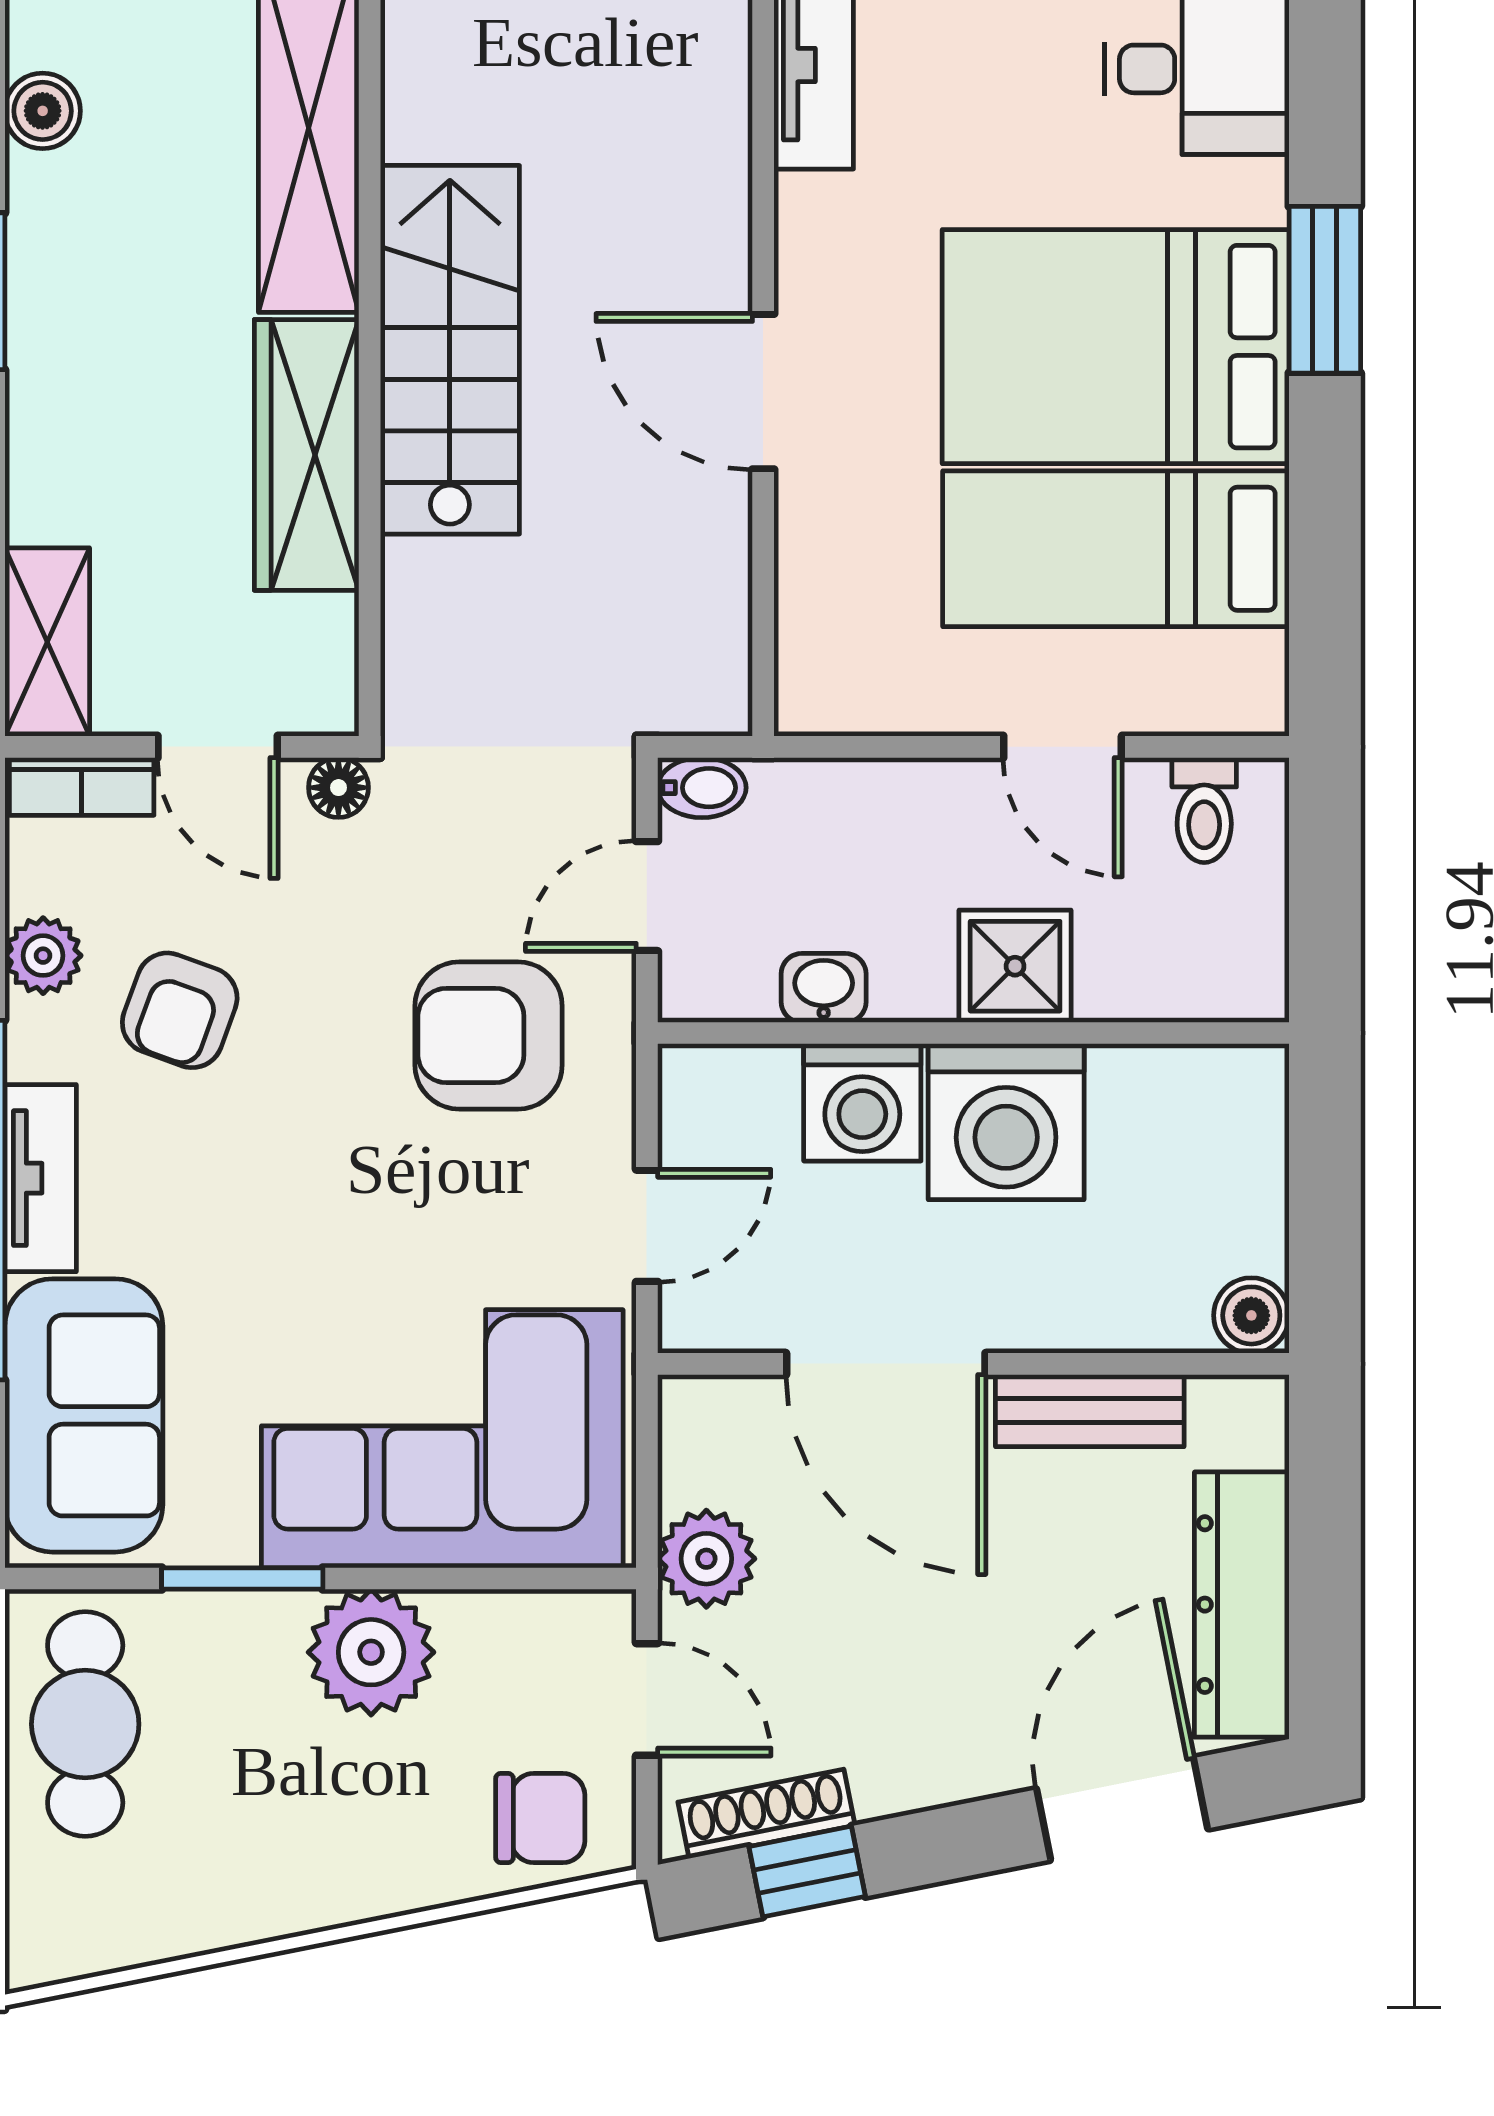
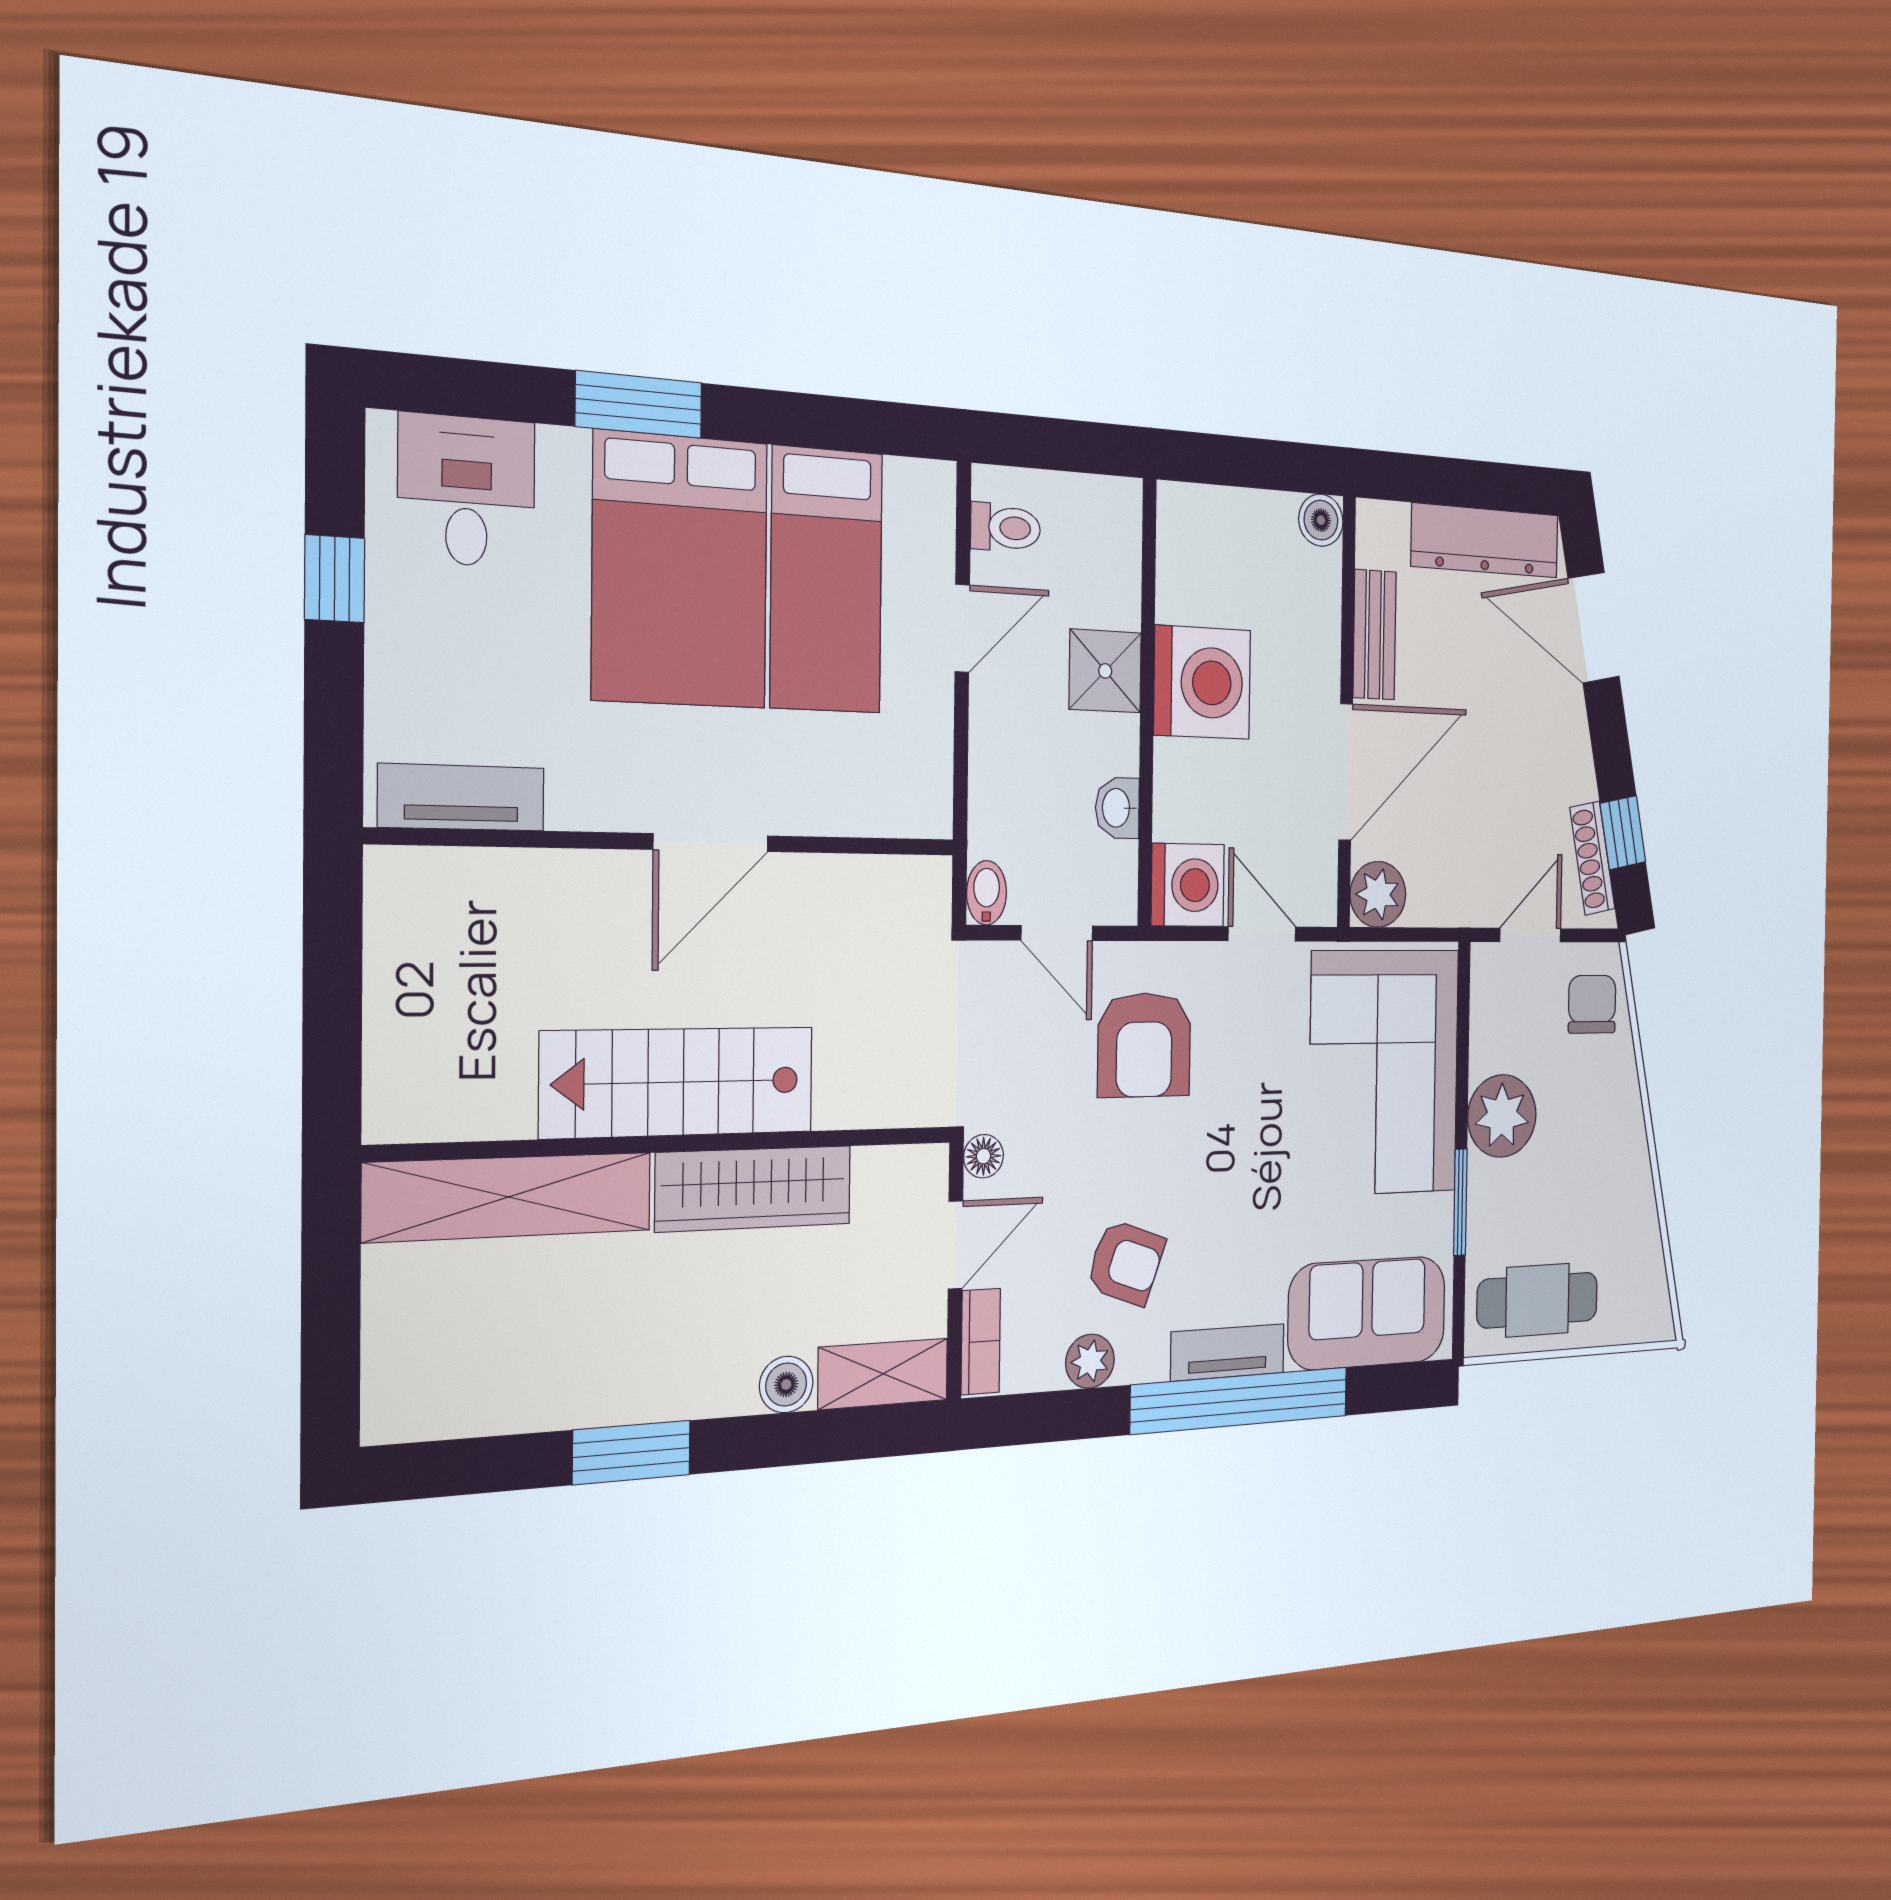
boiler: (43, 111) -> (786, 1384), moved
washing machine: (862, 1102) -> (1188, 885), moved
plant: (706, 1559) -> (1378, 894), moved

